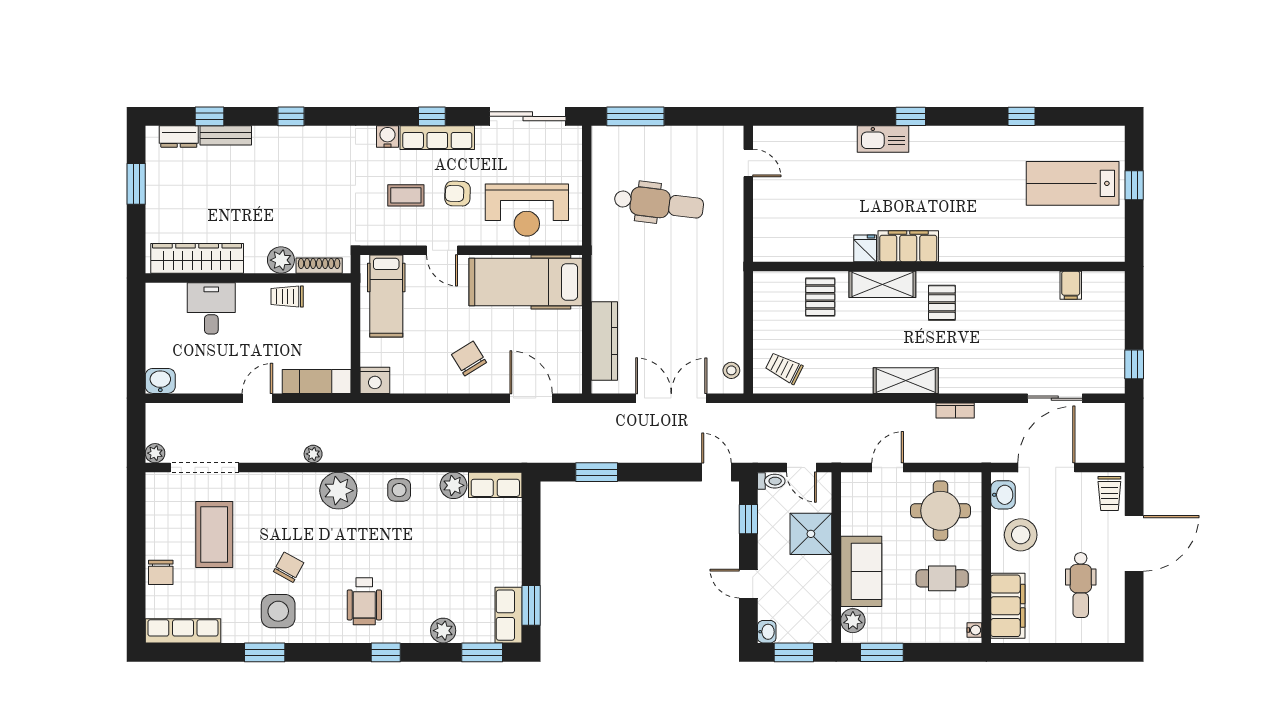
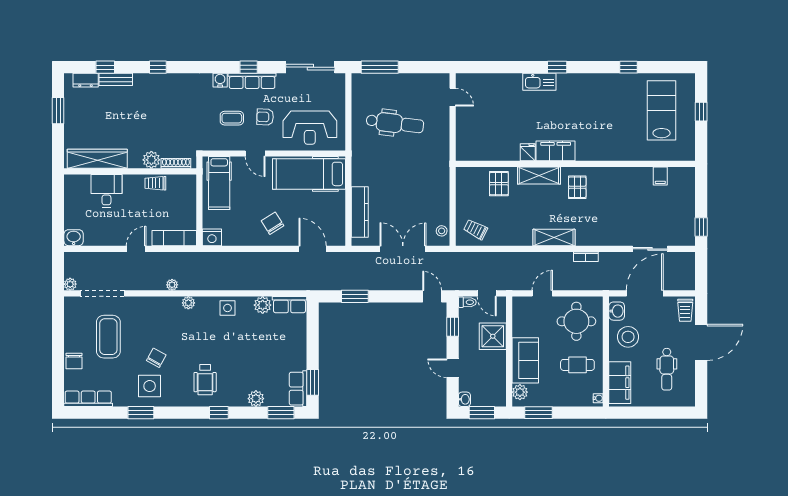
lab bench: (1073, 183) -> (662, 110), turned 90
plant: (338, 491) -> (188, 303), width x0.53, depth x0.53

